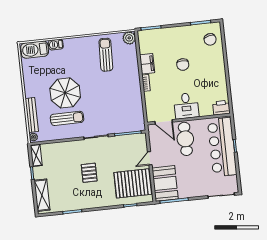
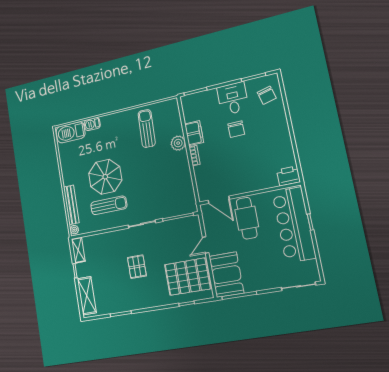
plant: (129, 38) -> (178, 143), moved
desk: (186, 106) -> (233, 98), moved, turned 180

